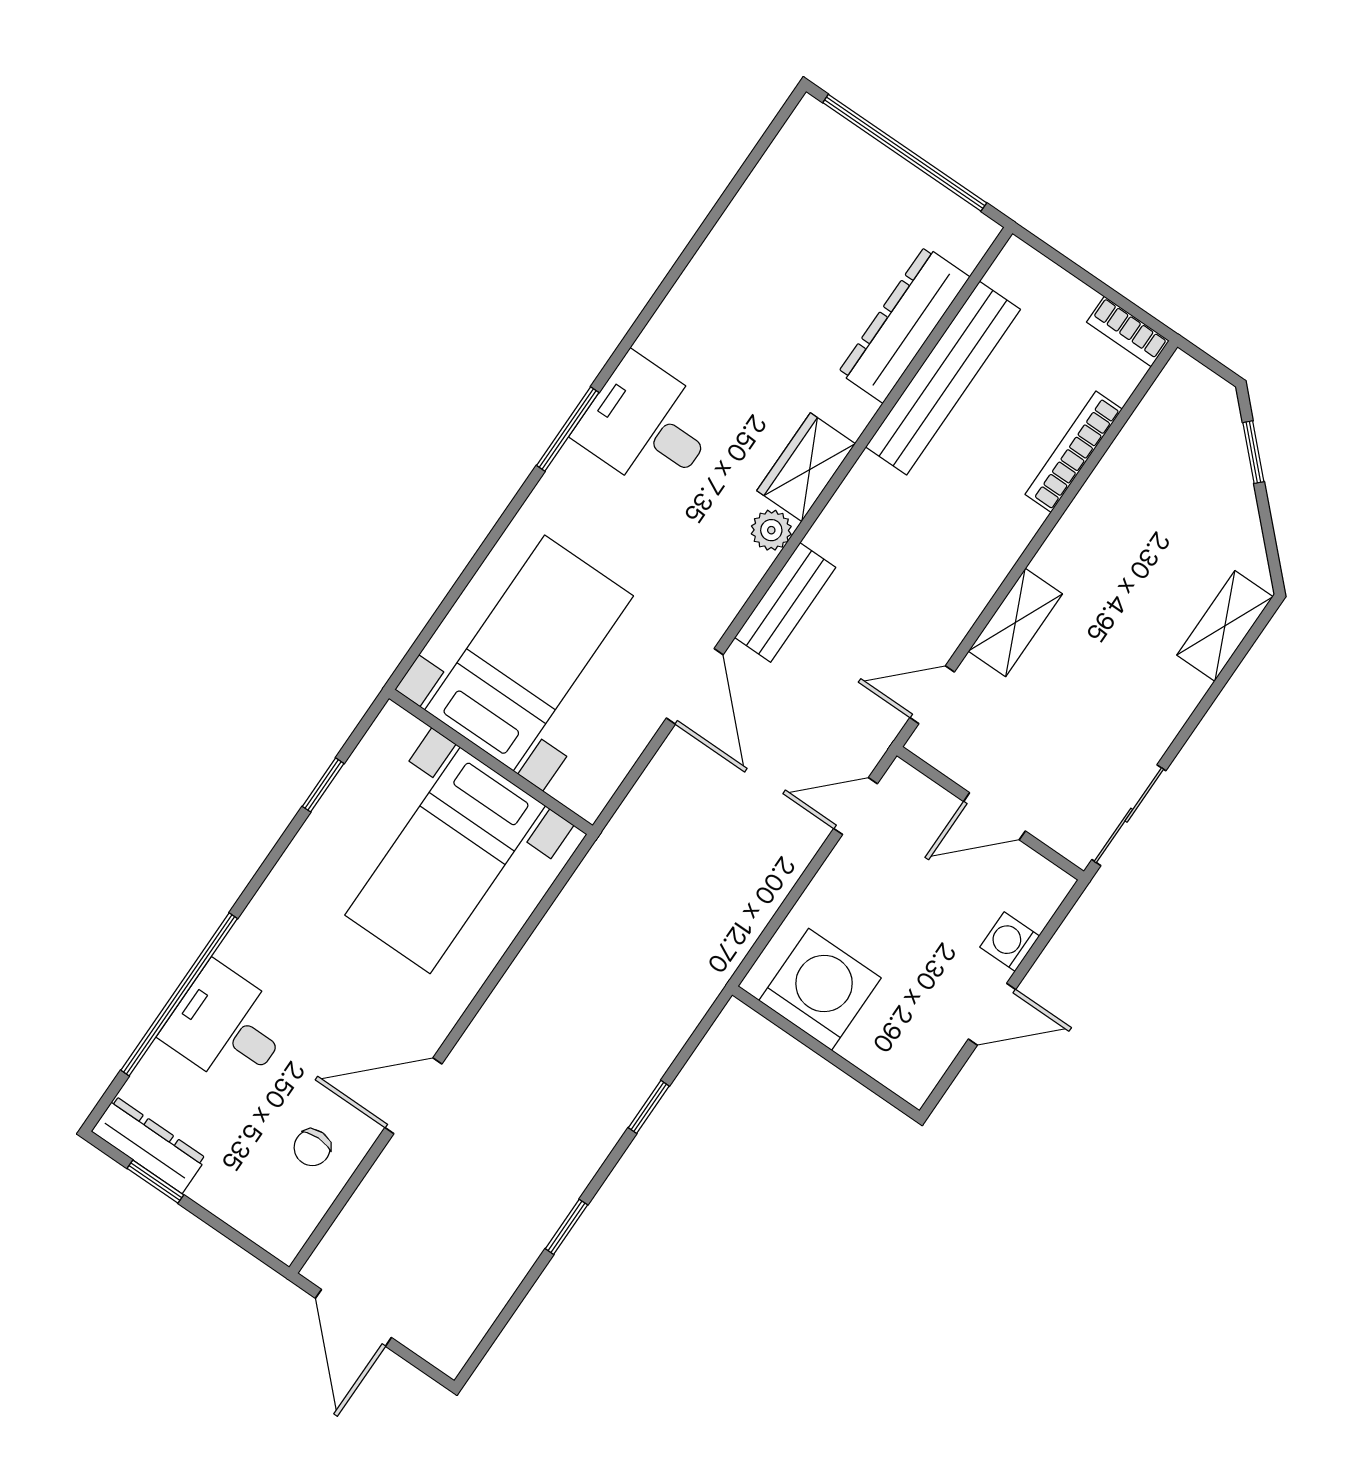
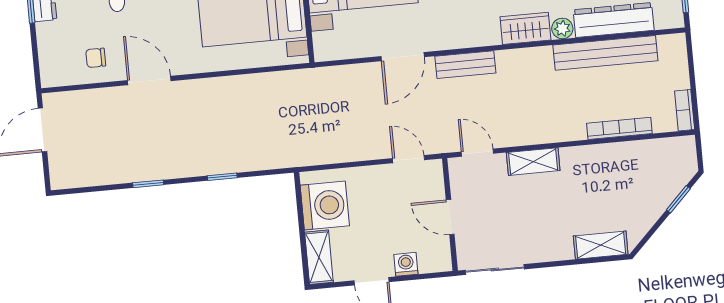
plant: (771, 530) -> (562, 28), moved
shelving: (890, 1063) -> (319, 257), added

